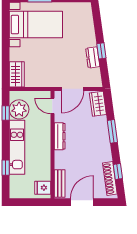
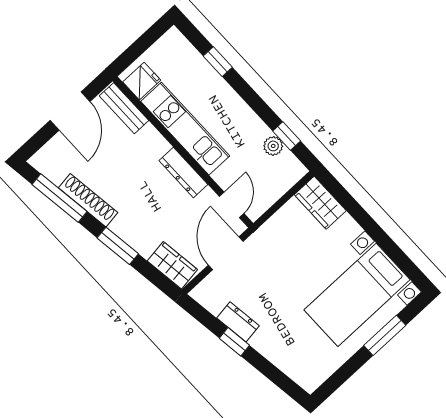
door: (52, 106) -> (232, 205), hinge flipped
plant: (19, 109) -> (273, 146), width x0.53, depth x0.53
kitchen unit: (17, 147) -> (185, 129), moved, turned 180
window: (118, 172) -> (60, 198), width x2.17
shoe rack: (110, 178) -> (88, 200), moved

